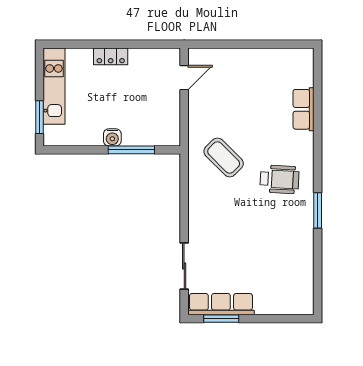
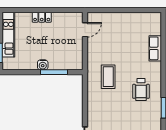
coffee table: (224, 157) -> (108, 77), turned 45
wheelchair: (279, 179) -> (141, 90), turned 87

